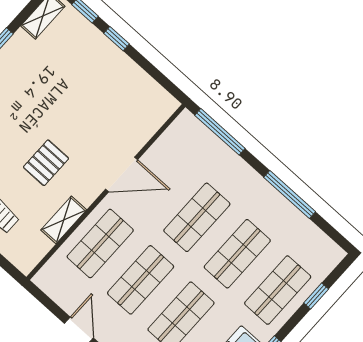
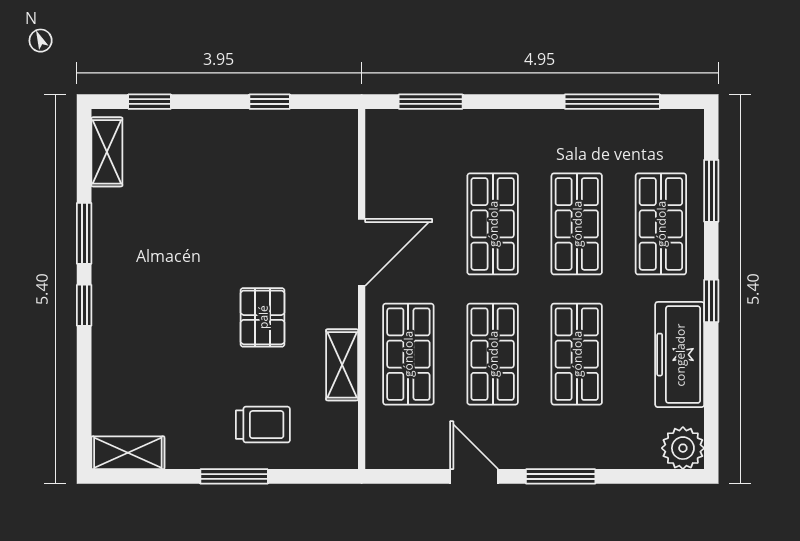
window: (116, 39) -> (270, 102), moved
window: (220, 132) -> (431, 102), width x0.69
window: (290, 194) -> (612, 102), moved
window: (316, 296) -> (711, 191), width x1.50

